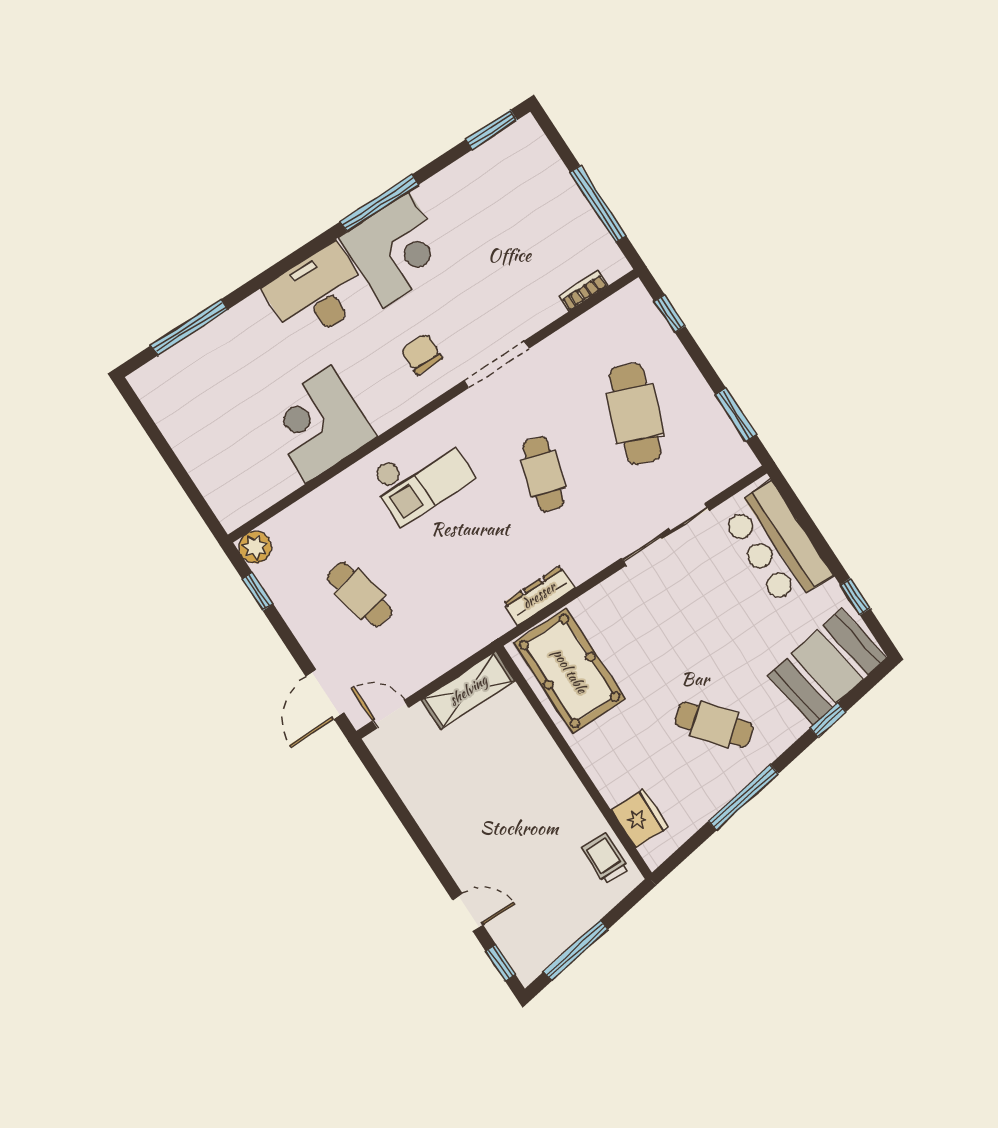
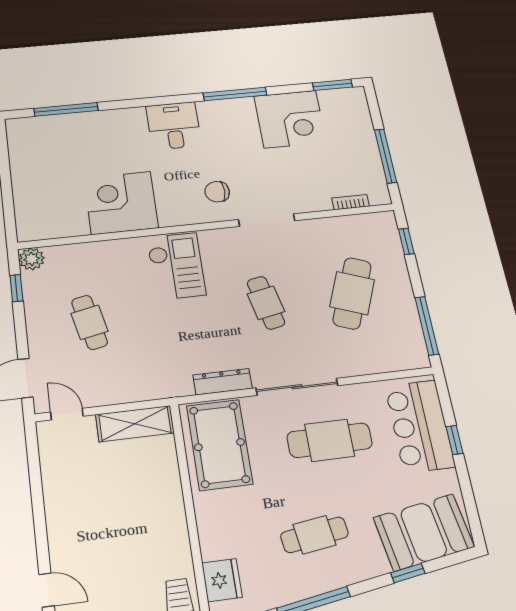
corner desk: (396, 250) -> (290, 119), moved
desk: (318, 293) -> (174, 126), width x0.73
chair: (422, 354) -> (217, 192), turned -90
window: (736, 415) -> (427, 326), width x1.44
cafe table: (543, 474) -> (266, 303), turned -30
checkout: (421, 476) -> (176, 266), turned -90
sliding door: (665, 534) -> (297, 387), moved
window: (855, 597) -> (455, 440), moved
cafe table: (685, 609) -> (330, 440), added
cafe table: (714, 724) -> (314, 535), turned -59

